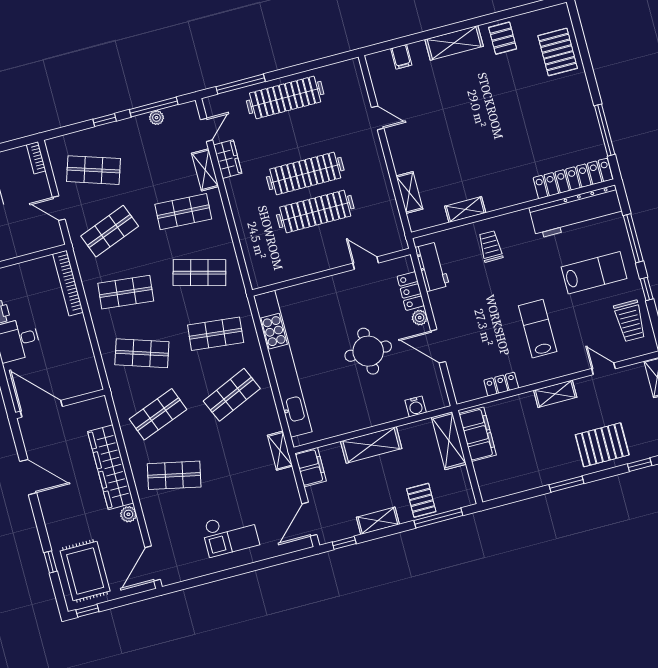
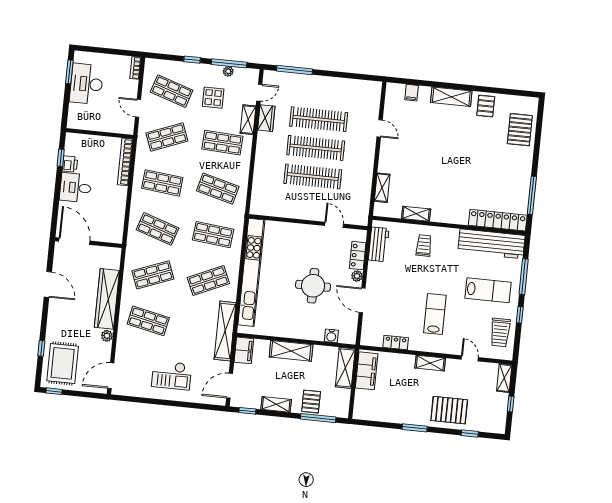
clothes rail: (285, 97) -> (319, 119), moved
display table: (150, 158) -> (213, 98), added
shelving: (280, 451) -> (225, 331), width x2.20, depth x1.33

